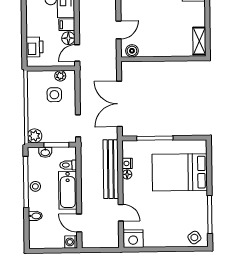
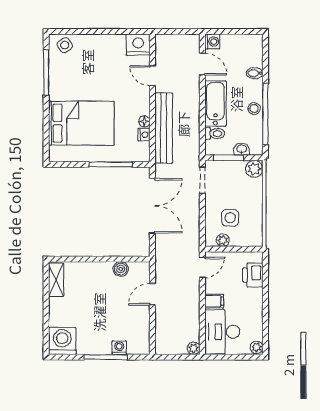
floor lamp: (68, 38) -> (213, 285), removed
boiler: (132, 51) -> (121, 269), moved

